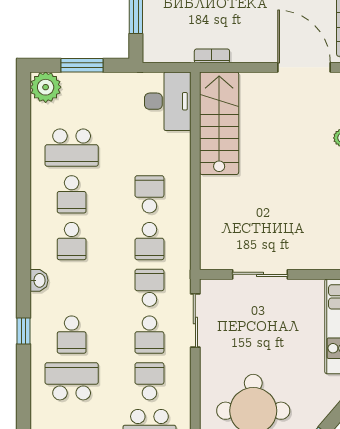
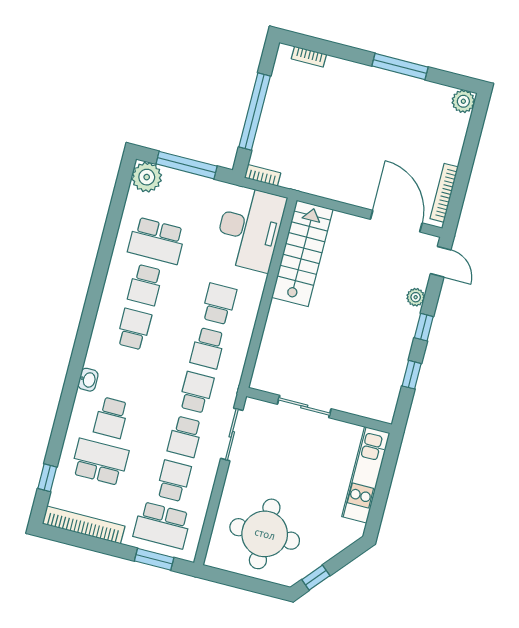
bookcase: (212, 56) -> (263, 175), moved
window: (82, 65) -> (187, 165), width x1.44
desk: (168, 101) -> (250, 229), width x1.36, depth x1.30
school desk: (72, 241) -> (134, 329), turned 180
washbasin: (39, 280) -> (88, 380), moved
window: (24, 331) -> (47, 478), moved

